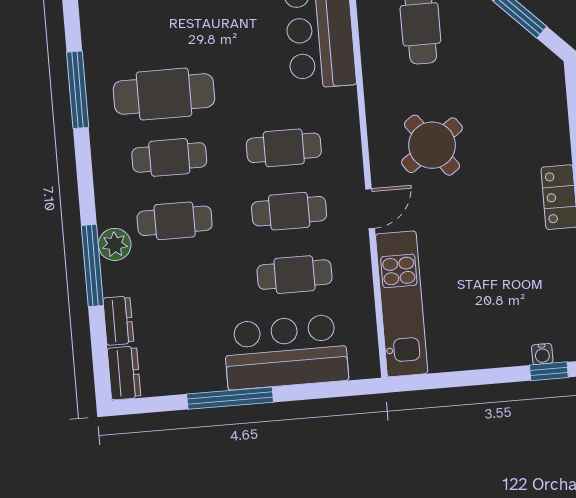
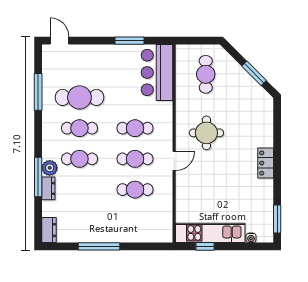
round table: (432, 145) -> (206, 133), turned 36
kitchen unit: (402, 304) -> (210, 233), moved, turned -90
dresser: (118, 321) -> (48, 188), moved
bar counter: (286, 352) -> (128, 226), removed
window: (549, 371) -> (205, 246), moved

